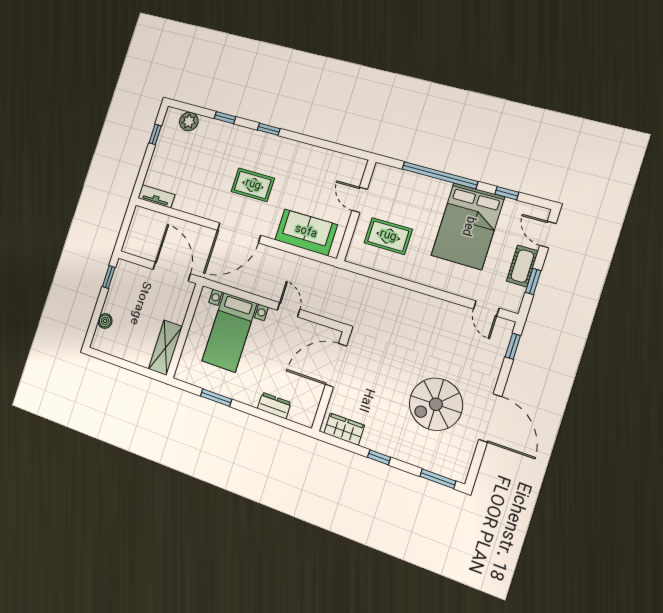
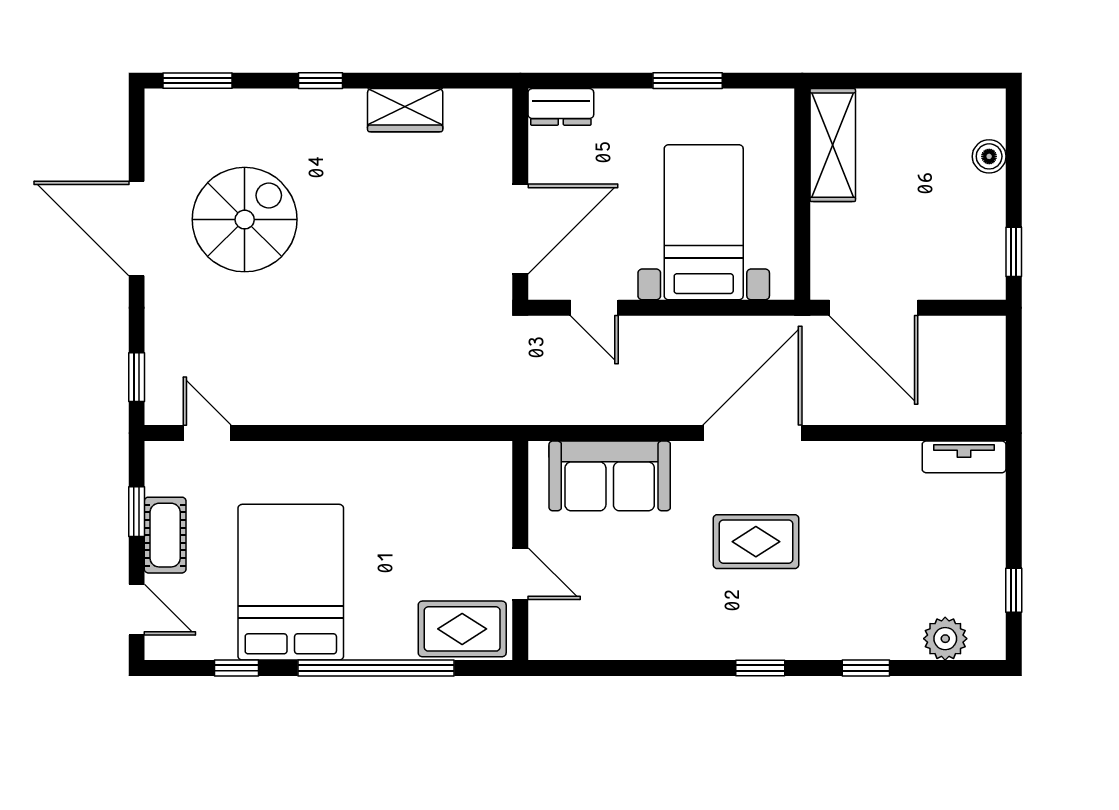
rug: (388, 236) -> (462, 629), moved
door: (336, 365) -> (520, 229), moved
wall: (331, 381) -> (520, 194), moved

